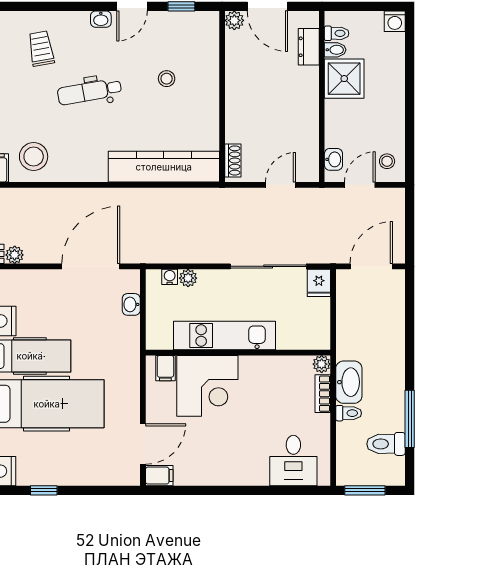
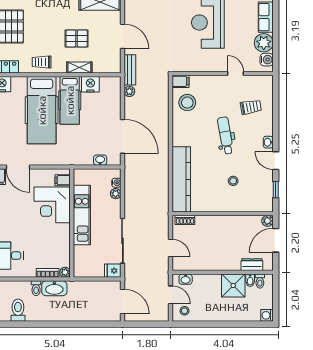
window: (410, 419) -> (33, 324), removed

